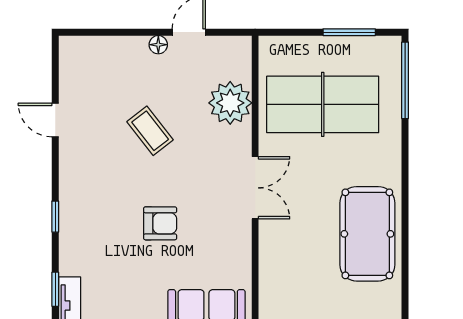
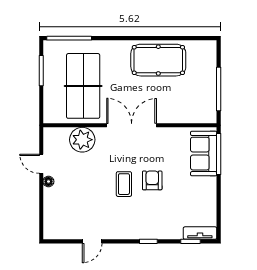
coffee table: (150, 131) -> (124, 184), moved, turned -52
double door: (255, 188) -> (132, 125), width x1.37

